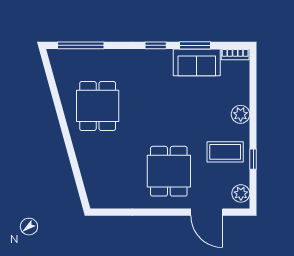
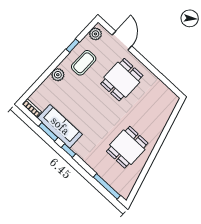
sofa: (197, 62) -> (60, 126), width x1.36
coffee table: (225, 152) -> (84, 63), turned 90

